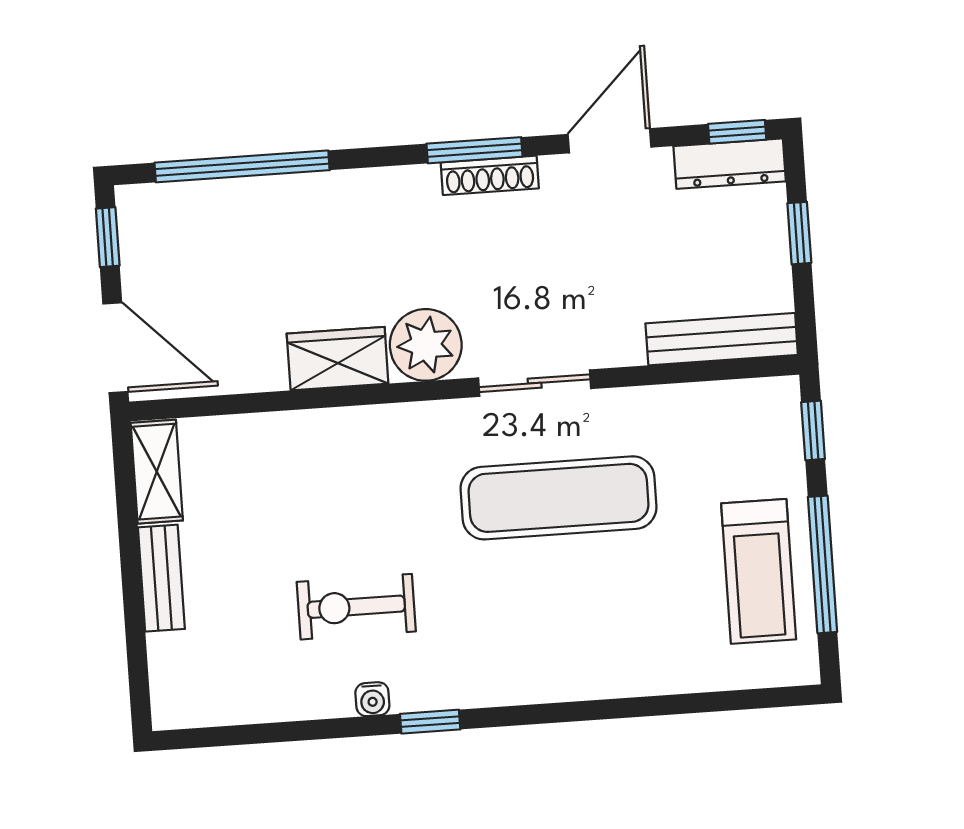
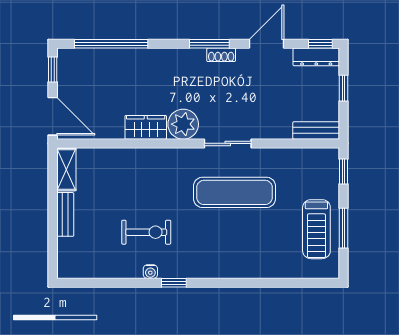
shoe rack: (490, 175) -> (221, 55), width x0.70
bench: (722, 339) -> (316, 130), width x0.73
window: (822, 564) -> (343, 228), width x0.69
exercise bike: (356, 607) -> (146, 232), turned 180

